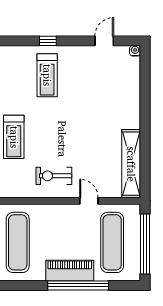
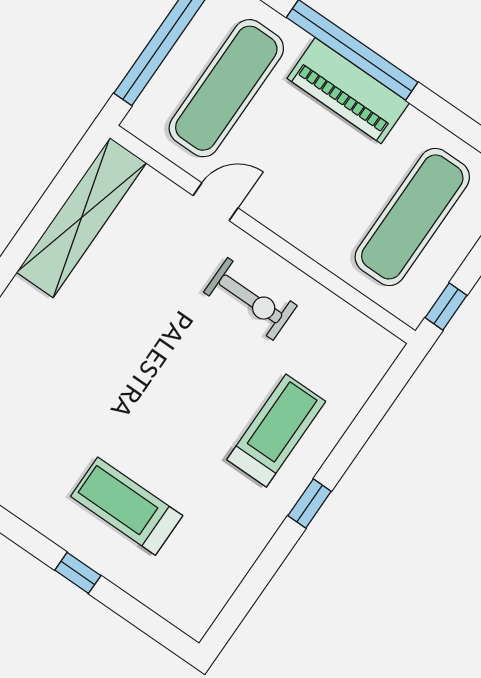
treadmill: (47, 75) -> (127, 506), turned -90
door: (89, 201) -> (216, 202), swing flipped

